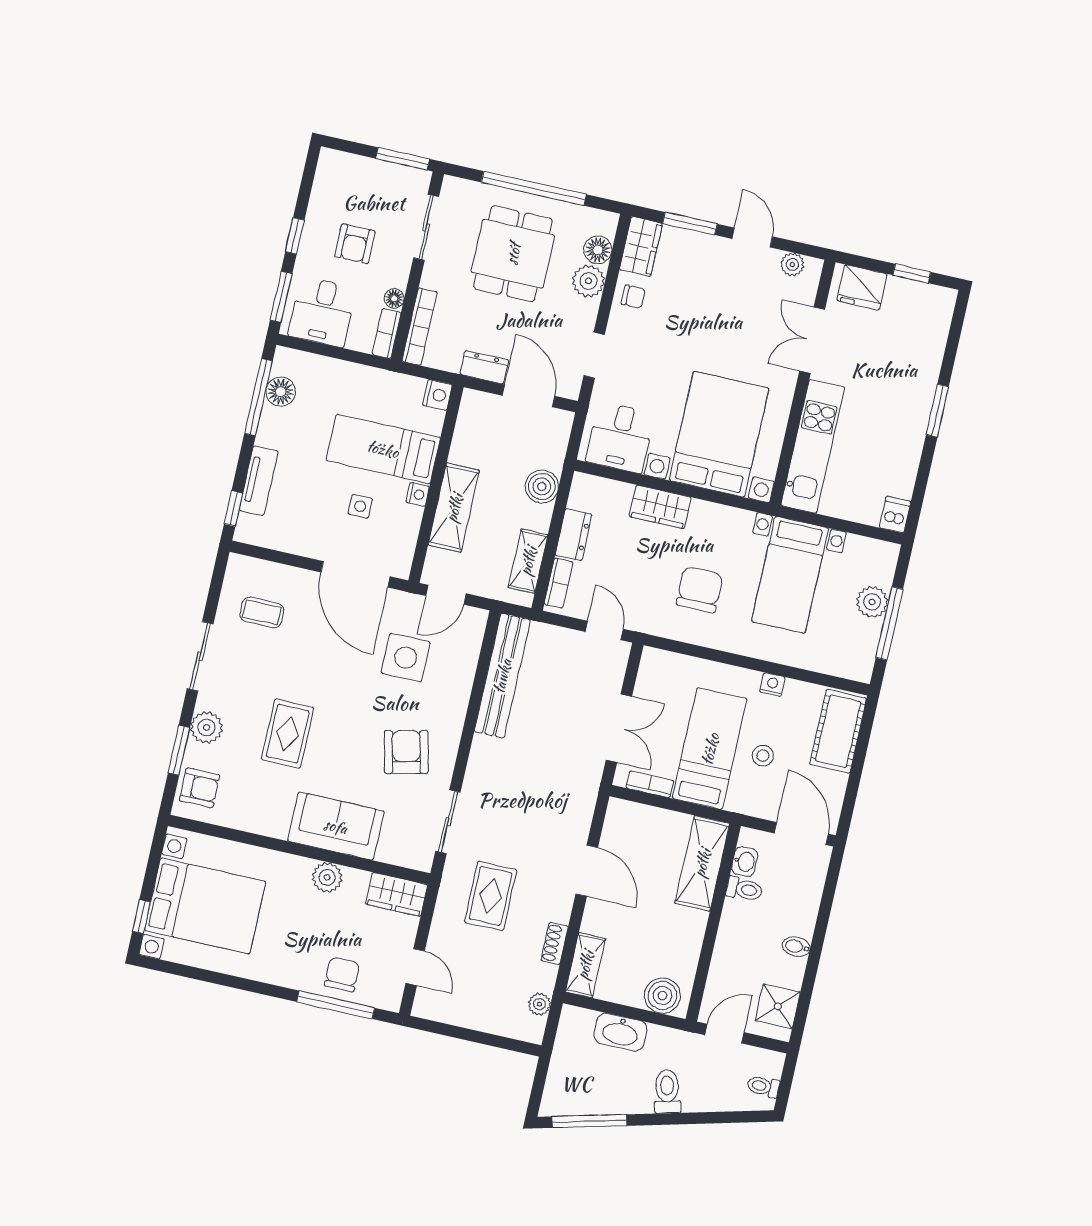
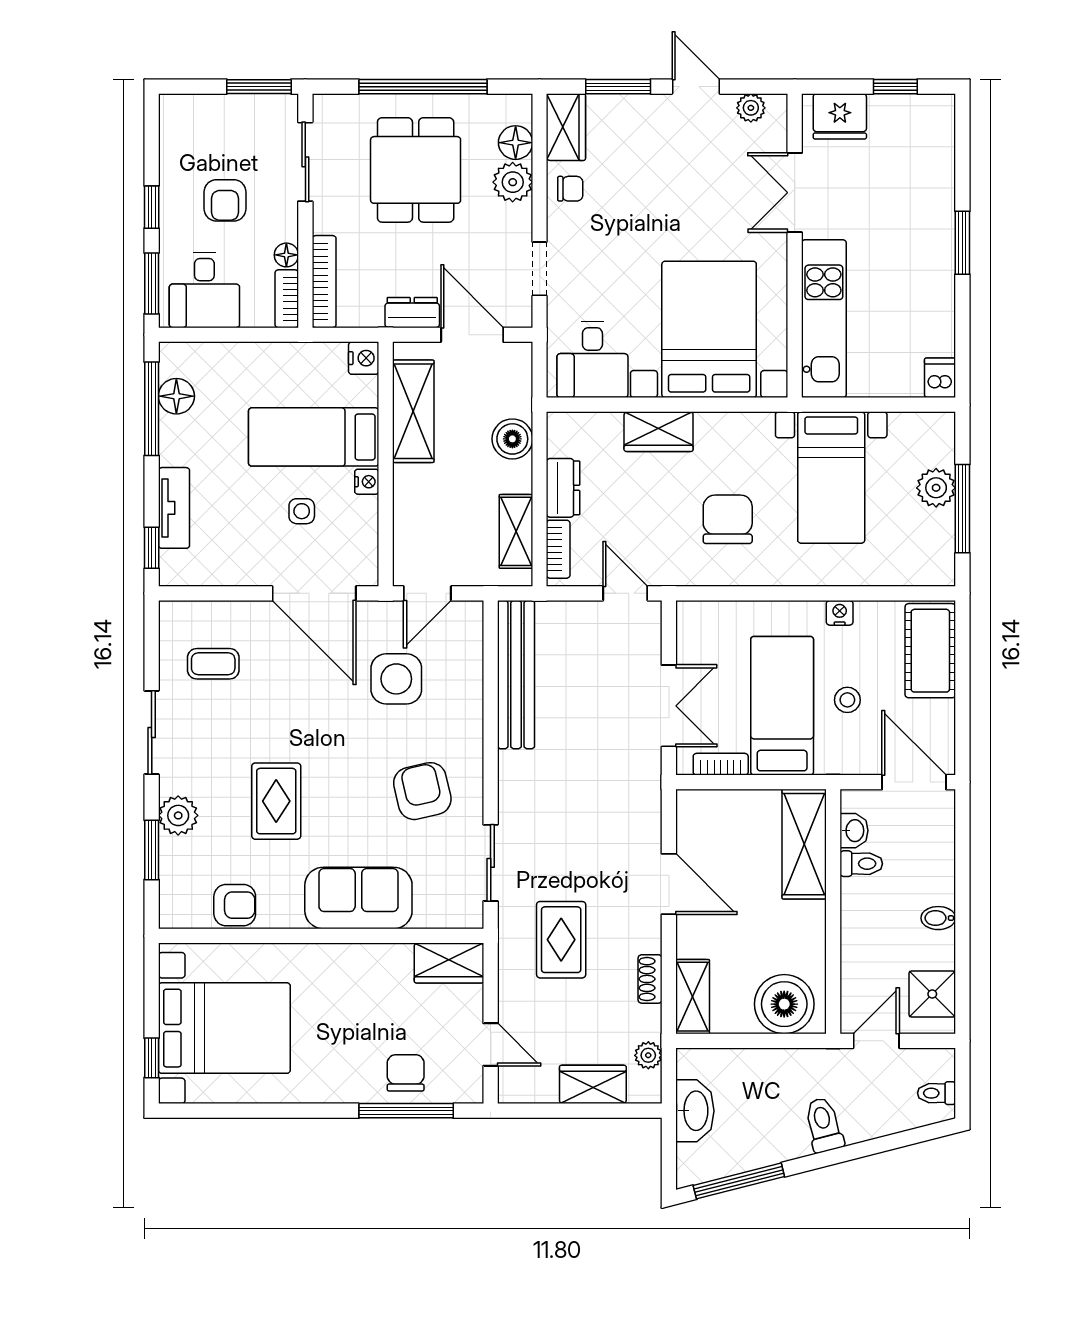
shelving: (454, 508) -> (413, 411), moved
armchair: (200, 788) -> (235, 905), moved
plant: (327, 877) -> (362, 961), removed
boiler: (662, 996) -> (784, 1004), width x1.37, depth x1.37
wardrobe: (490, 1018) -> (593, 1084), added
washbasin: (620, 1032) -> (695, 1111), moved, turned -90

